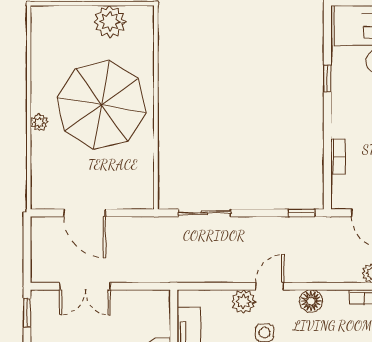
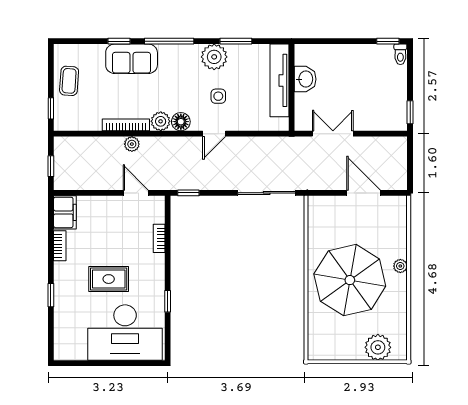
plant: (110, 22) -> (378, 347), moved
sliding door: (205, 213) -> (267, 193), width x1.37
double door: (85, 286) -> (333, 134), moved
plant: (243, 302) -> (161, 121), moved

